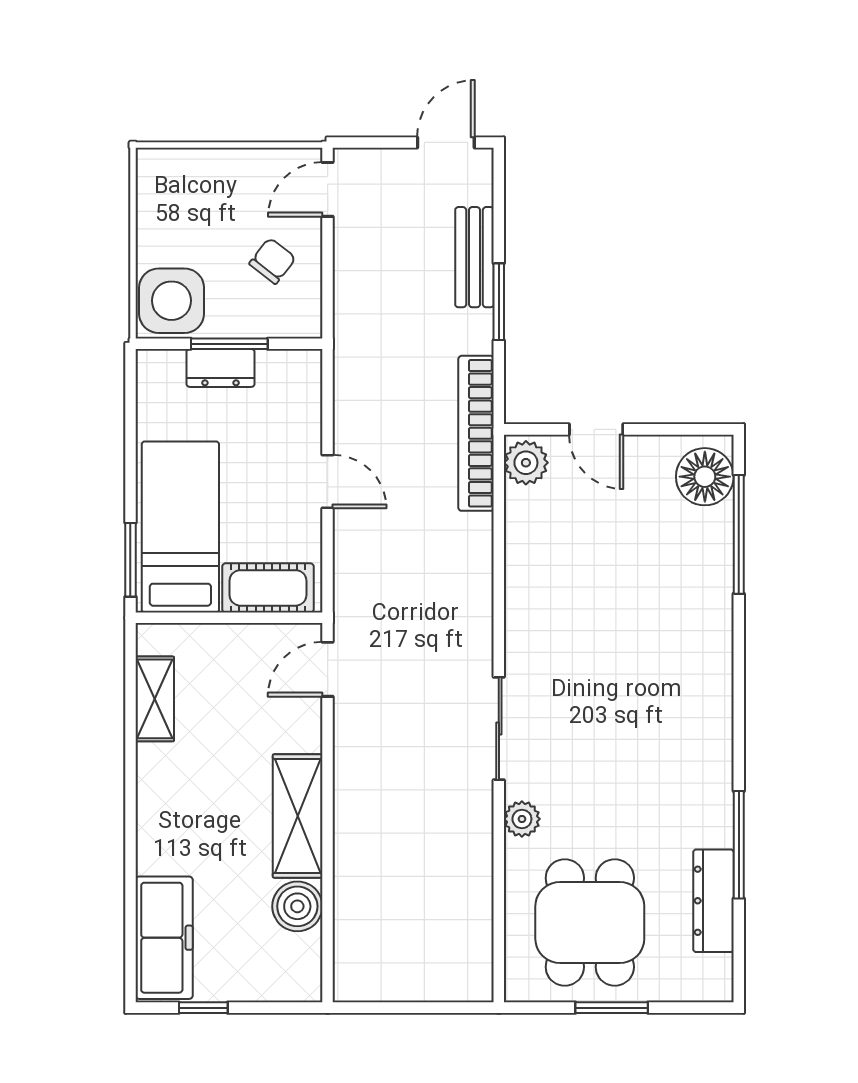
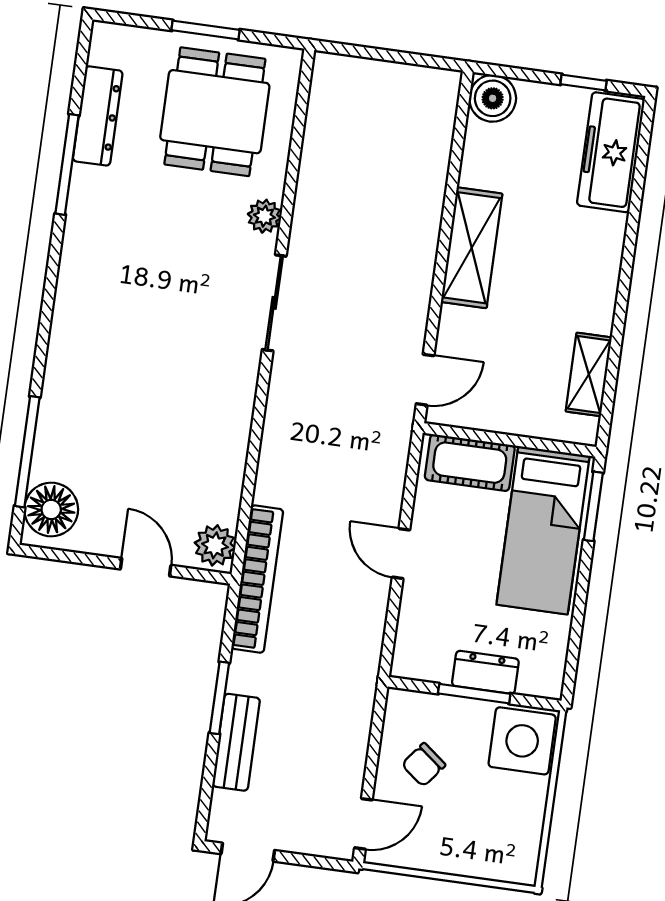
boiler: (297, 906) -> (493, 98), moved

